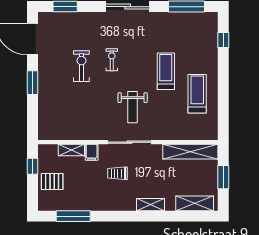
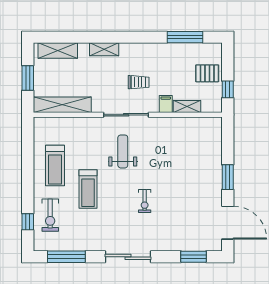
exercise bike: (81, 66) -> (50, 215), moved

